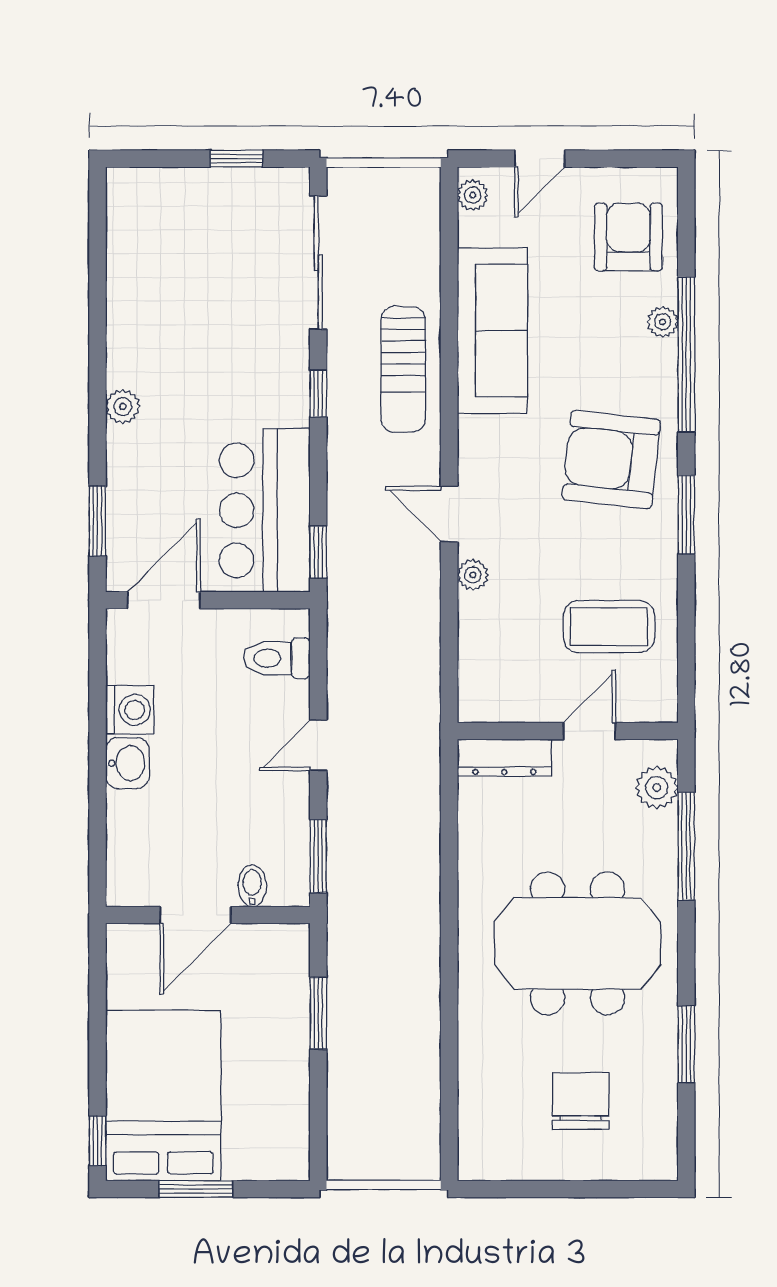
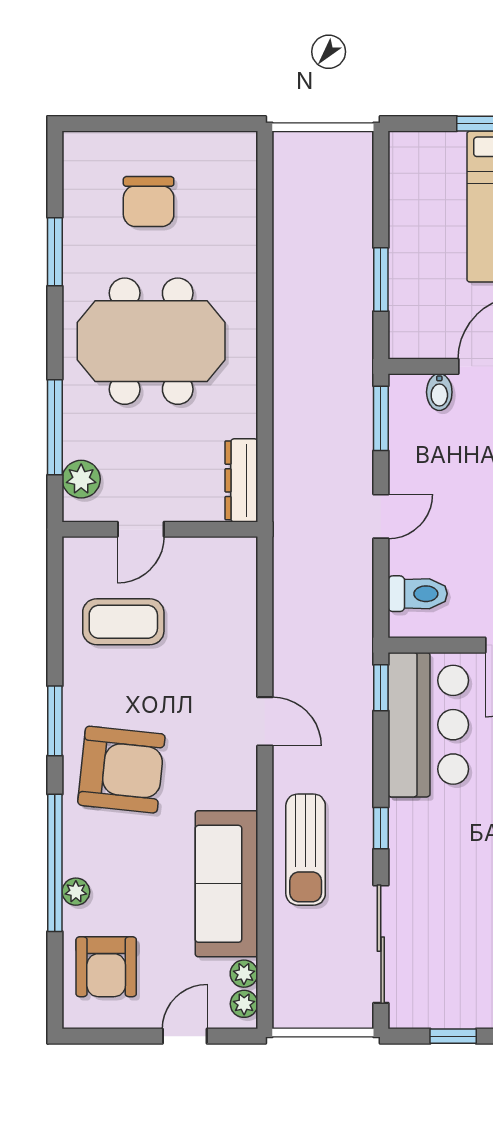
sun lounger: (403, 369) -> (306, 850), turned 180
plant: (473, 575) -> (244, 974), moved
dresser: (504, 758) -> (241, 480), moved, turned -90

